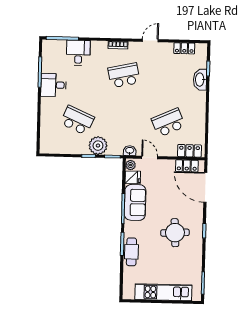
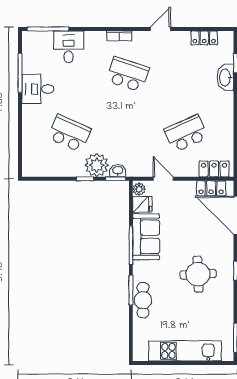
school desk: (124, 75) -> (128, 74), turned 30
washbasin: (130, 151) -> (118, 171), moved

